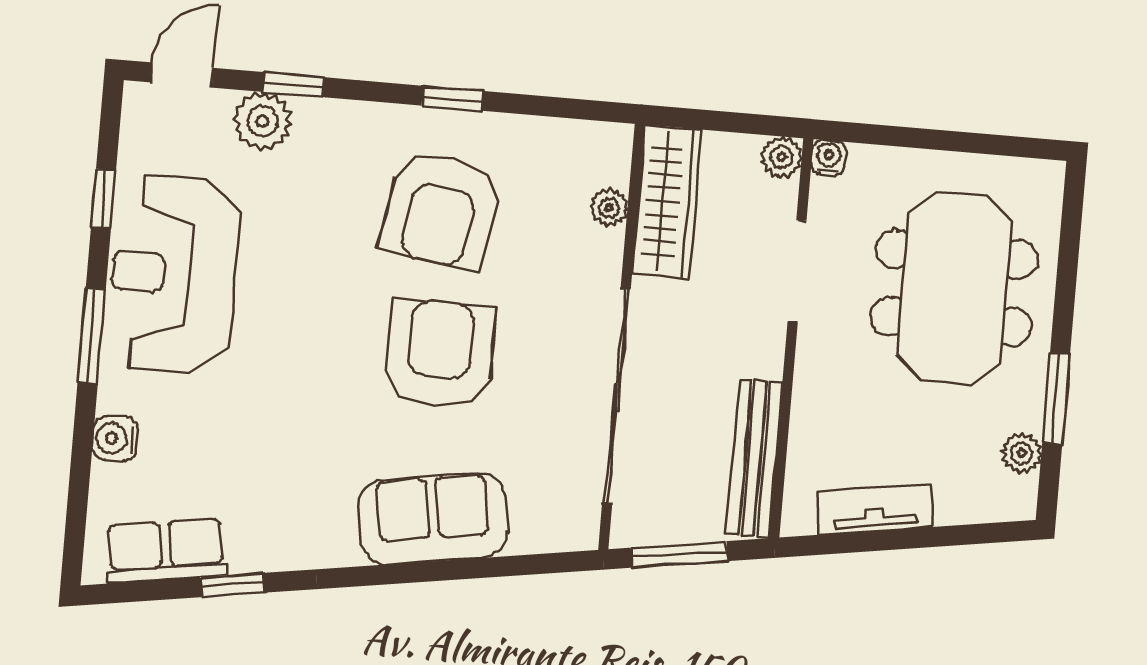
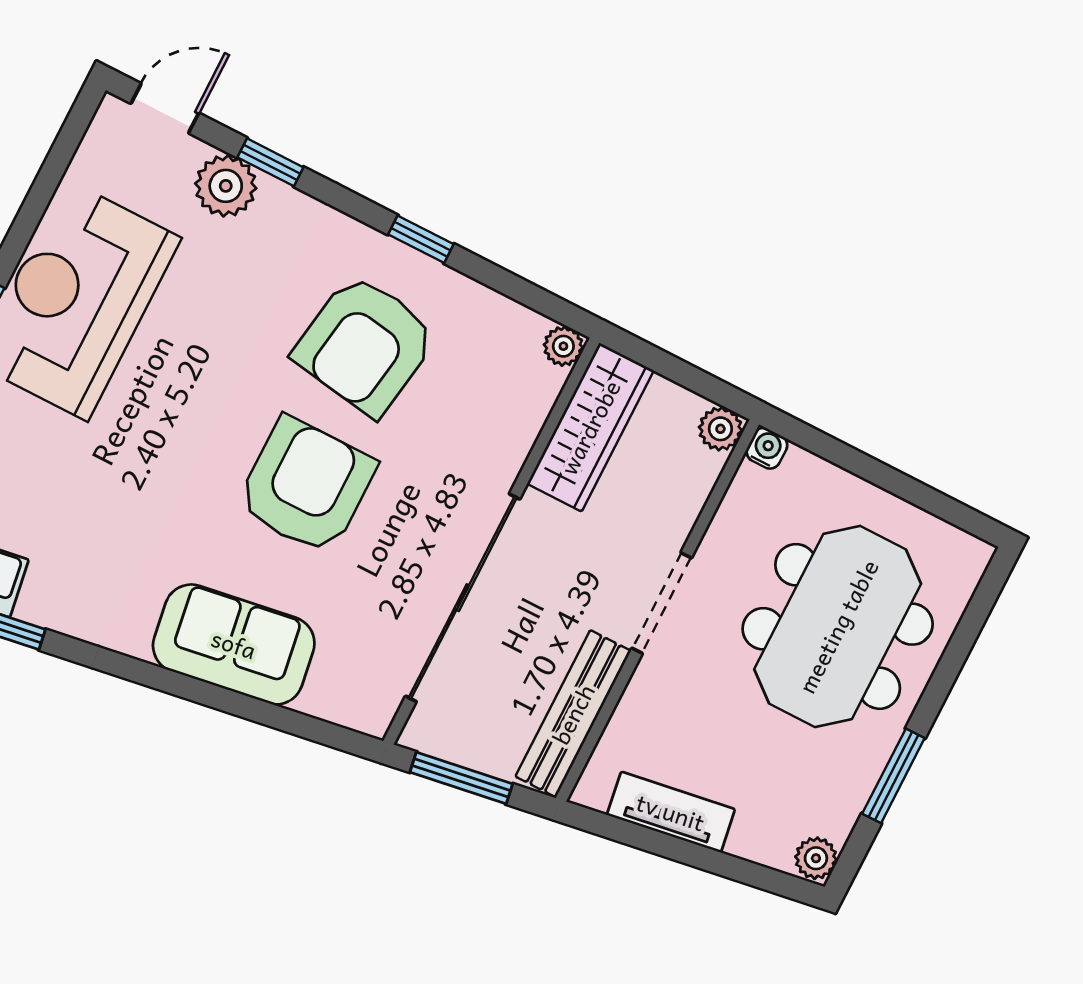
window: (104, 198) -> (39, 198), removed
plant: (609, 208) -> (563, 346), moved
doorway: (797, 271) -> (662, 603), moved
plant: (1022, 453) -> (816, 858), moved

